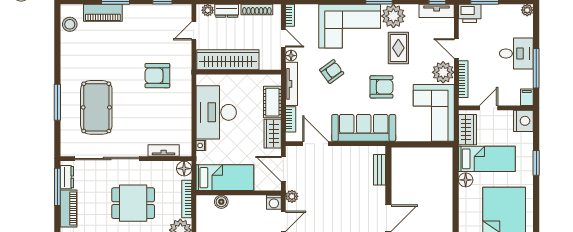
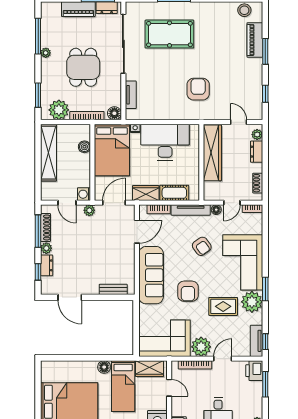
shoe rack: (257, 10) -> (258, 183), width x0.70
bed: (225, 178) -> (112, 150), width x1.50

